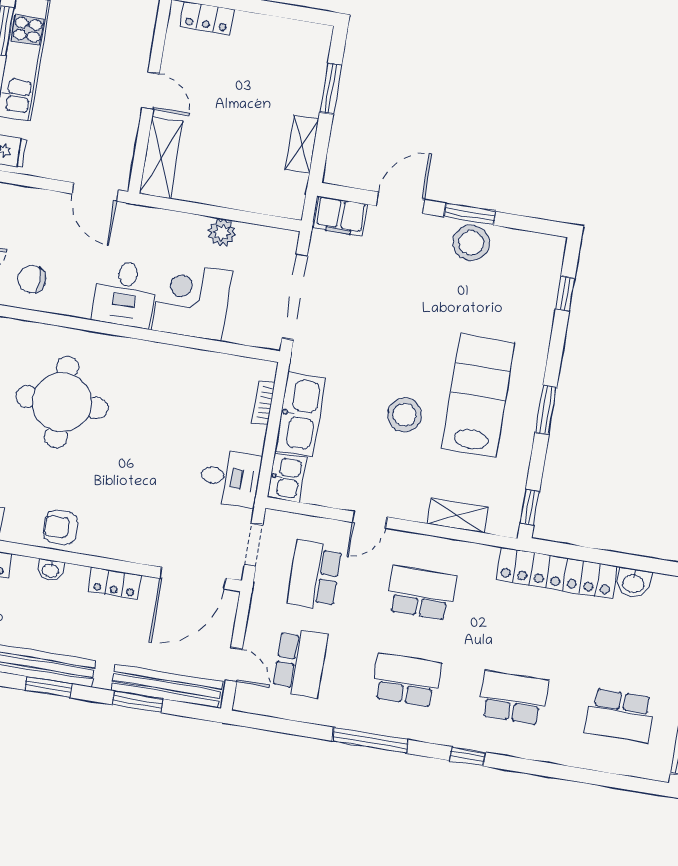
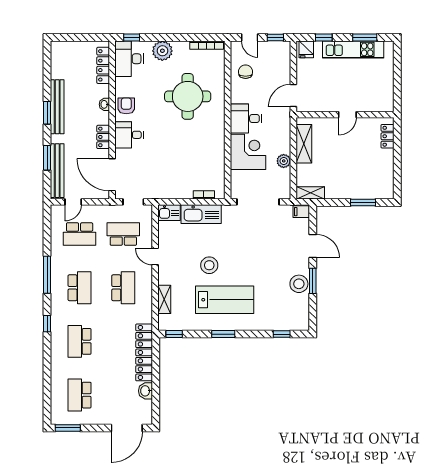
shelving: (302, 144) -> (311, 193), moved
shelving: (161, 158) -> (304, 144), moved, turned 90
filing cabinet: (340, 216) -> (301, 212), width x0.50
desk: (230, 478) -> (129, 135), moved, turned 90
school desk: (513, 698) -> (80, 341), turned 180

